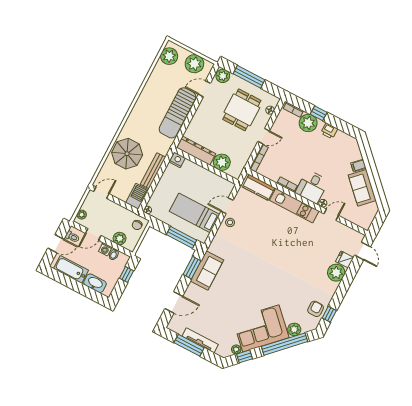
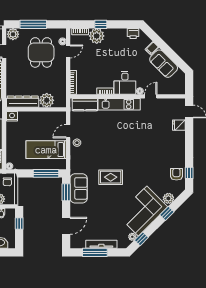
printer: (329, 131) -> (133, 34), moved
door: (264, 136) -> (68, 51), moved
plant: (336, 273) -> (178, 138), removed
rug: (246, 276) -> (111, 177), added
window: (285, 344) -> (167, 213), width x0.32

